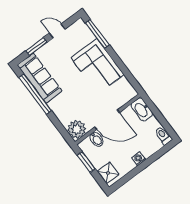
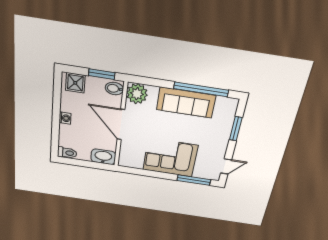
door: (57, 31) -> (226, 166), moved
sofa: (40, 78) -> (186, 103), moved
door: (107, 120) -> (121, 125), hinge flipped
bidet: (96, 139) -> (114, 89), moved

